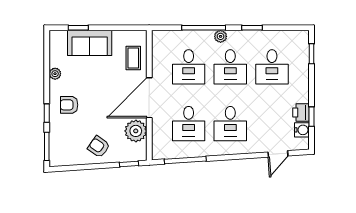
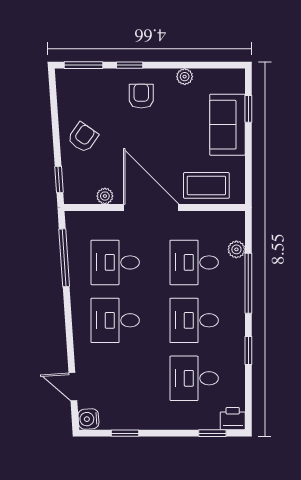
plant: (221, 36) -> (236, 249), moved
coffee table: (133, 58) -> (206, 185), width x1.36, depth x1.30
printer: (301, 112) -> (233, 419), moved
water cooler: (302, 130) -> (88, 419), moved, turned 86
plant: (136, 131) -> (105, 196), width x0.53, depth x0.53

